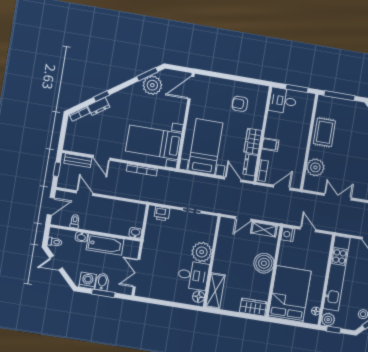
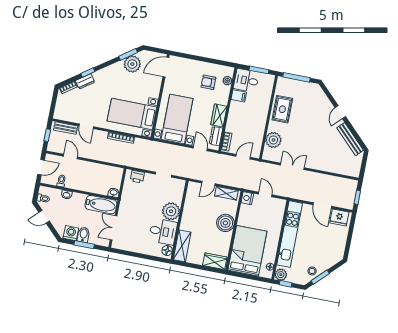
plant: (261, 101) -> (227, 81), added
filing cabinet: (270, 145) -> (239, 96), moved
bathtub: (105, 244) -> (101, 205), moved

